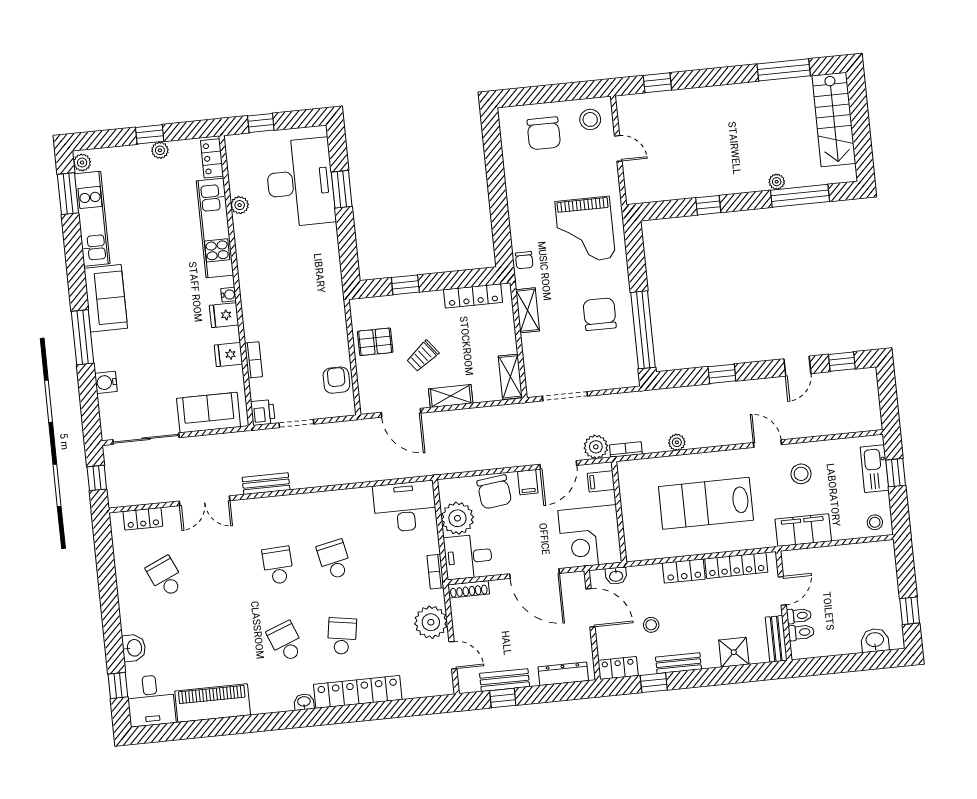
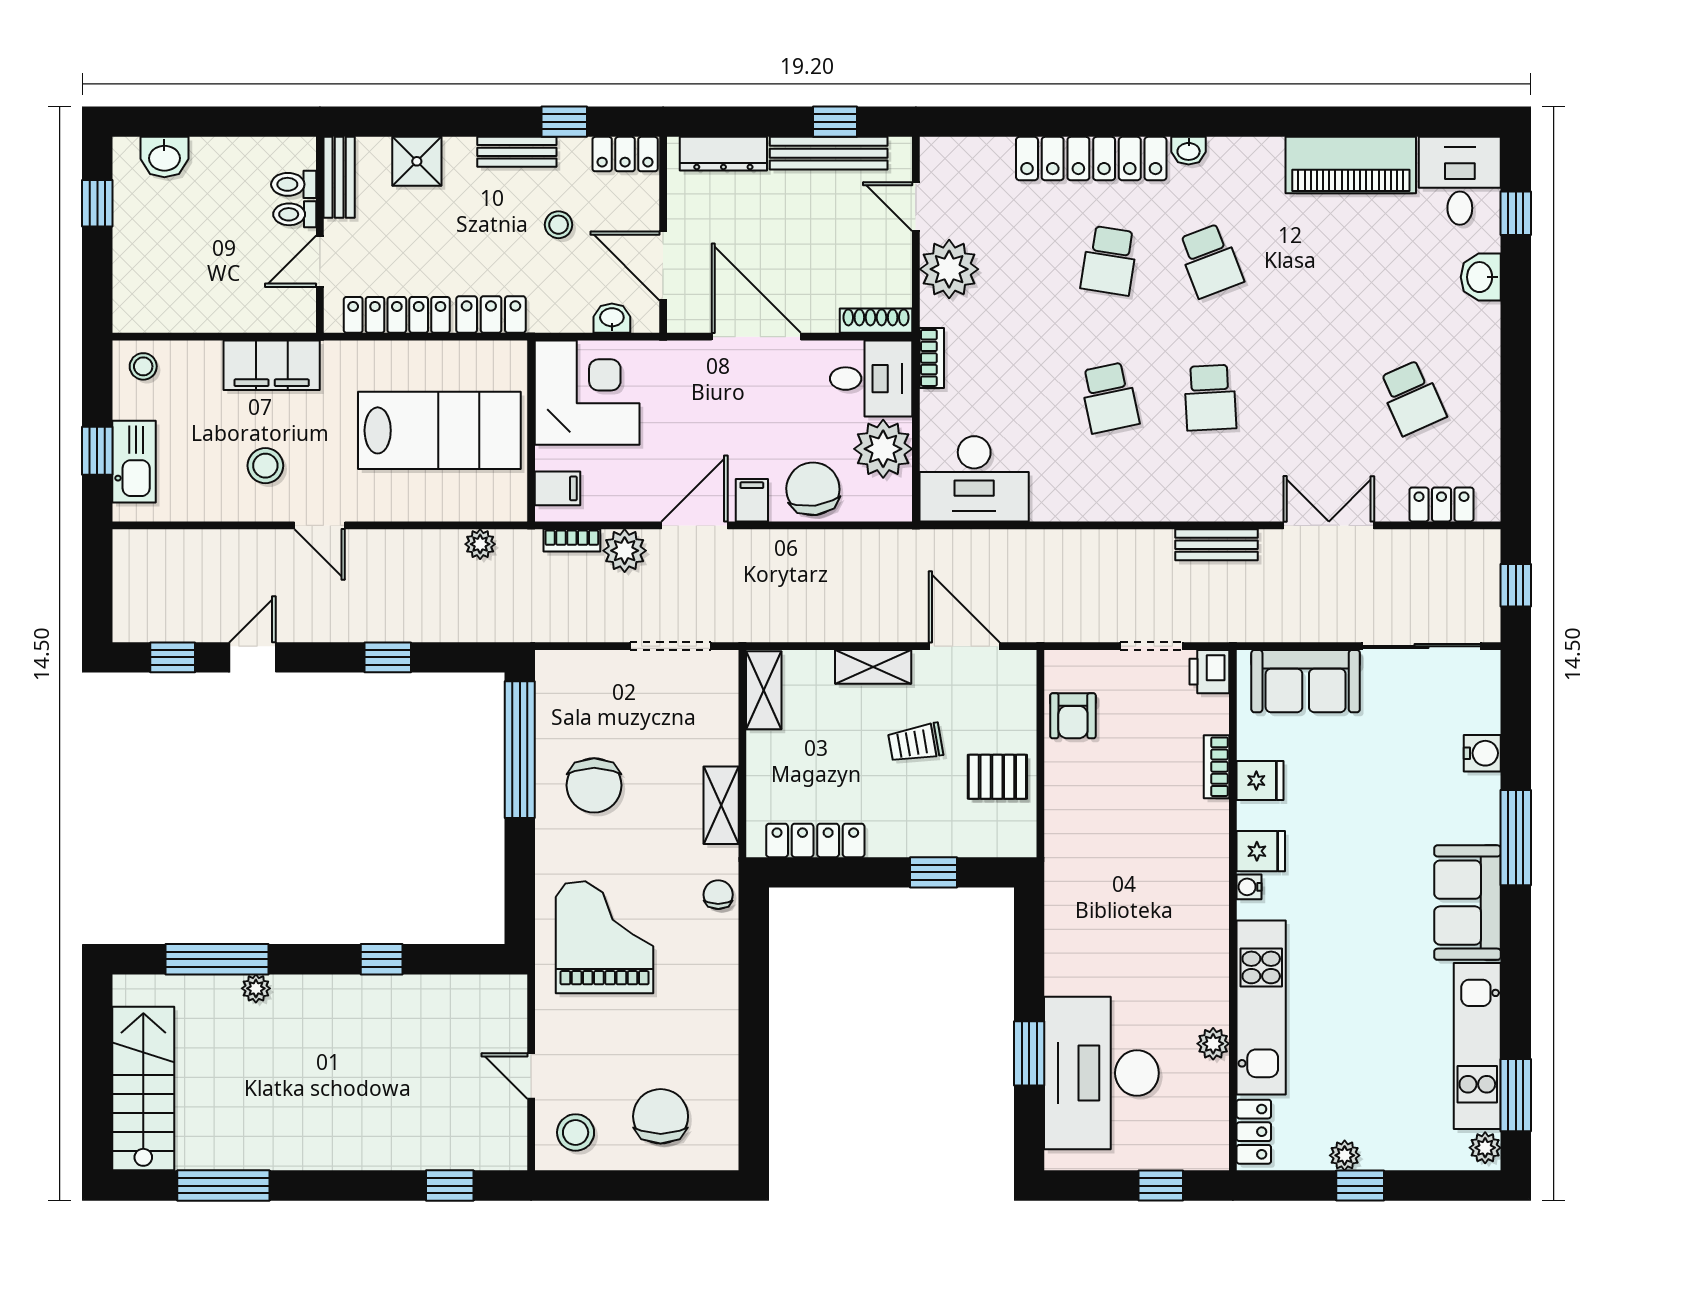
trolley: (423, 356) -> (916, 743), turned -152
filing cabinet: (601, 481) -> (558, 488), moved
wall: (619, 512) -> (531, 431), moved
corner desk: (590, 536) -> (587, 393), moved
bench: (505, 680) -> (829, 153), width x1.36

